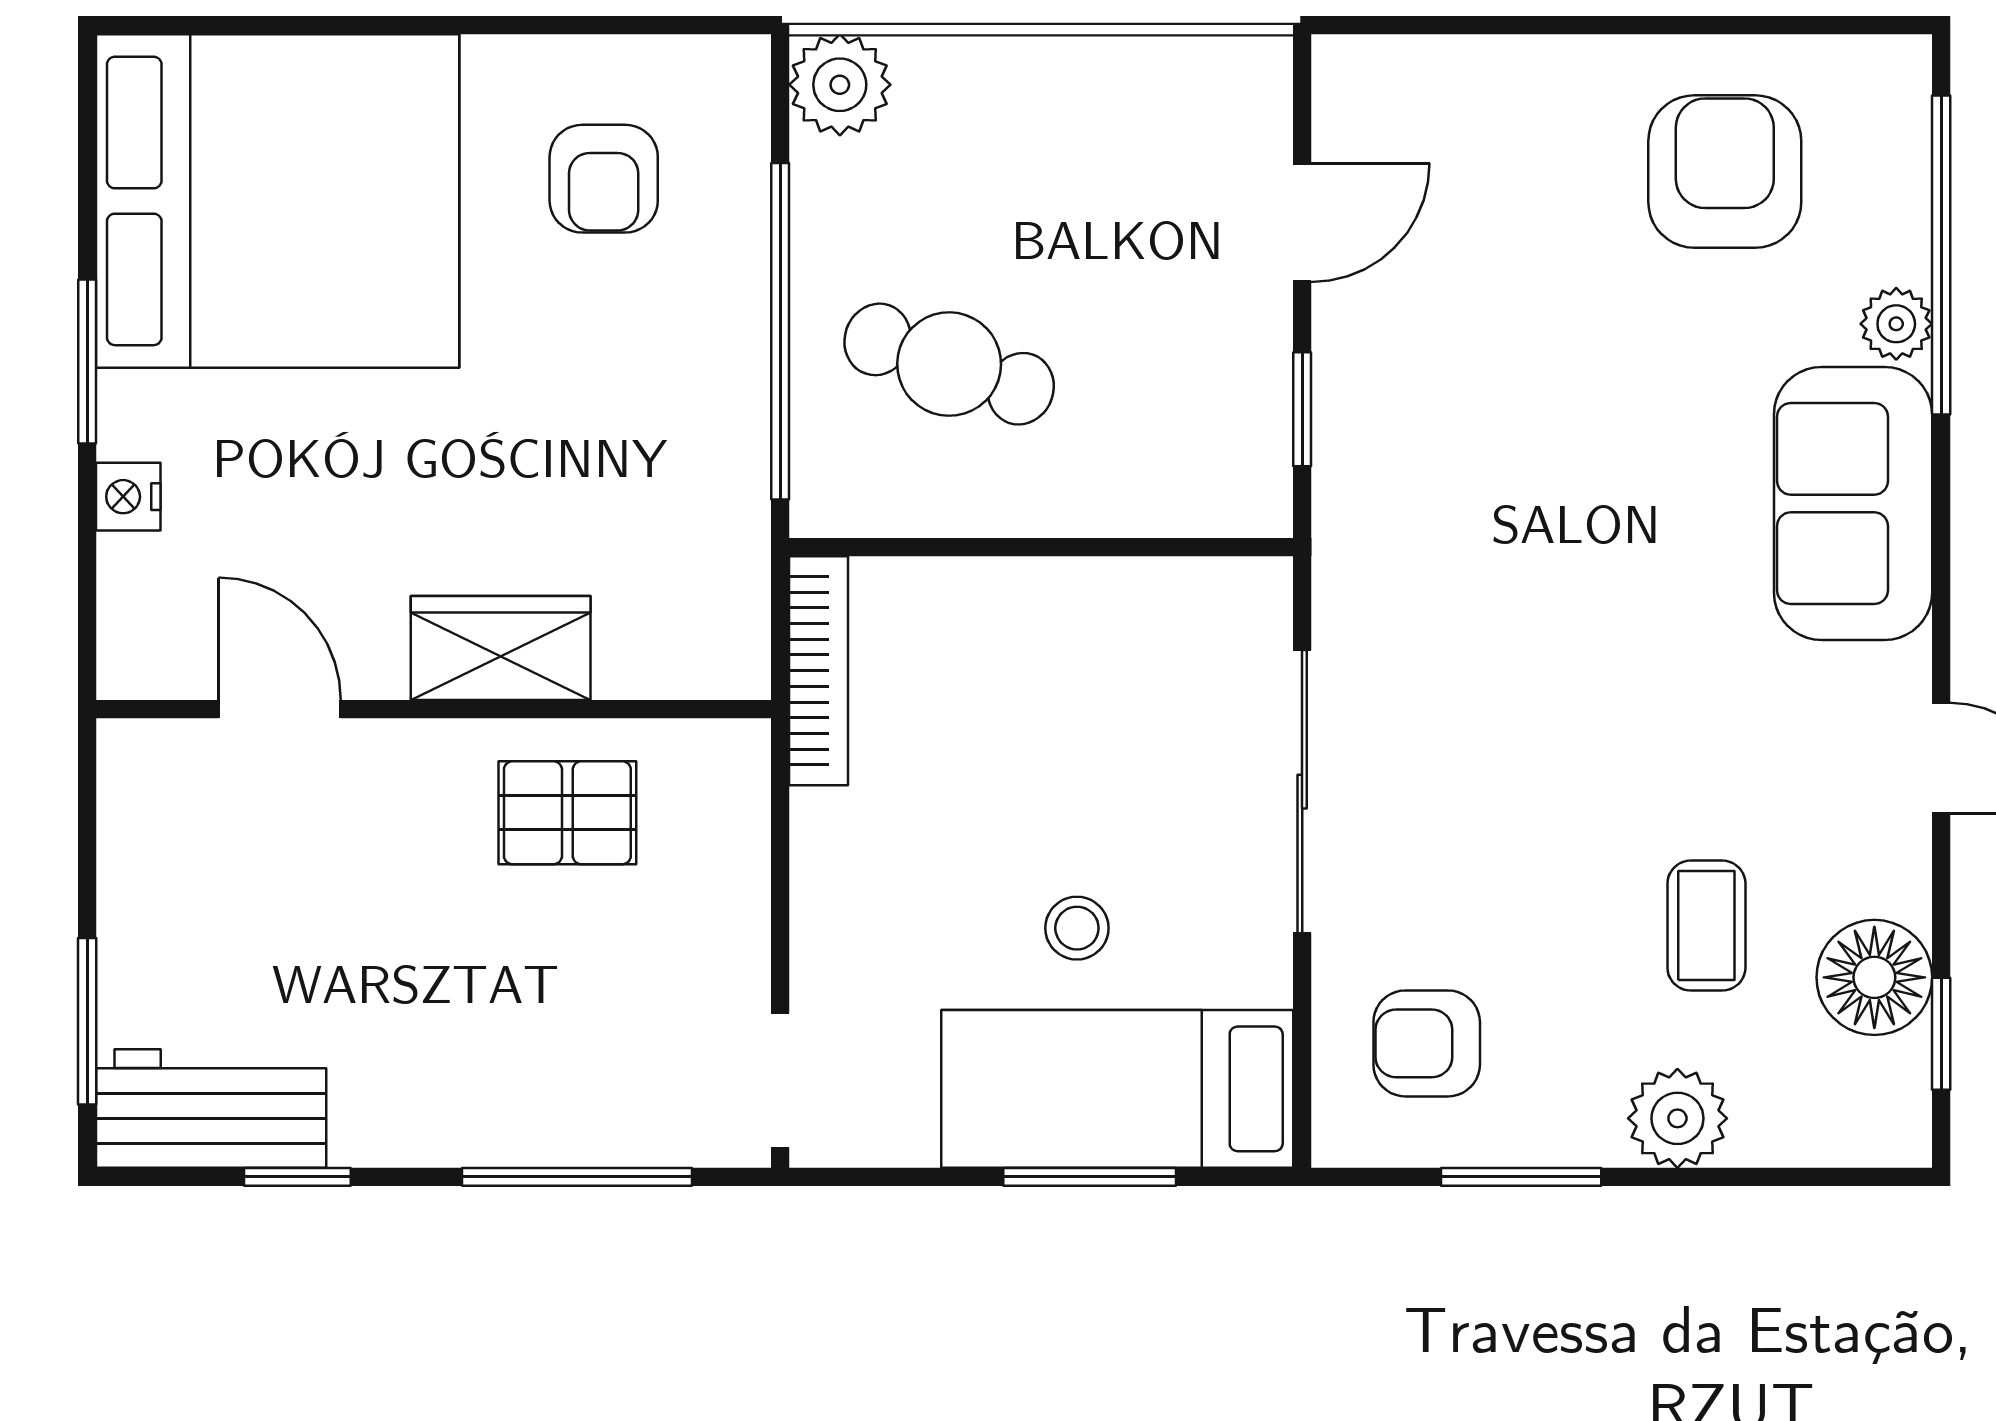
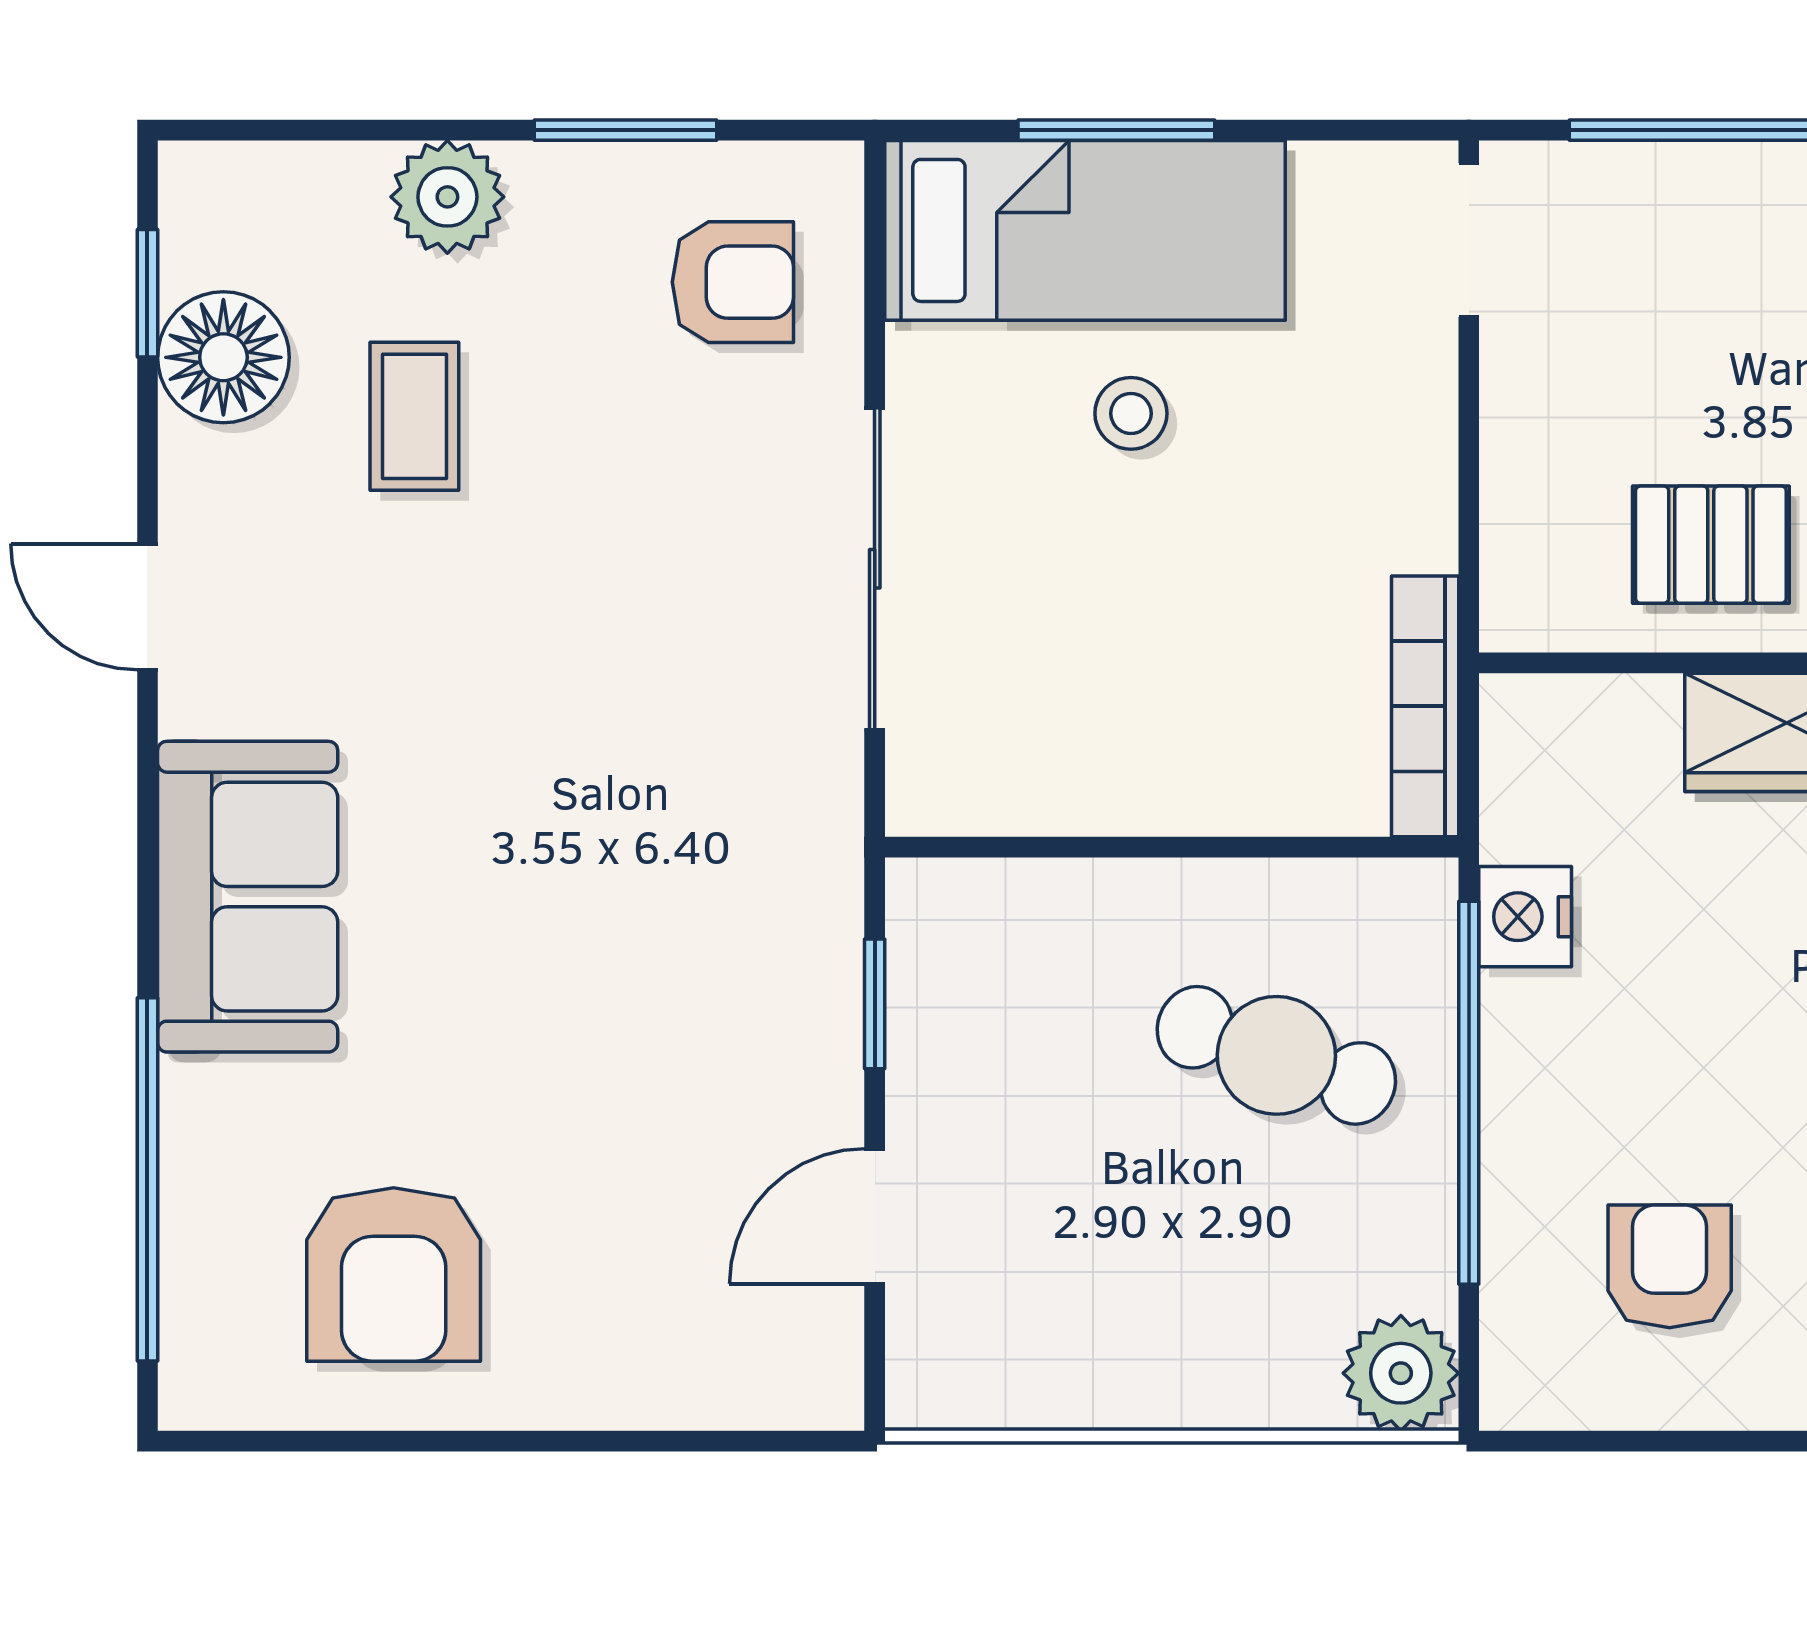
plant: (1896, 324) -> (199, 1101), removed
nightstand: (730, 486) -> (1525, 917), added

